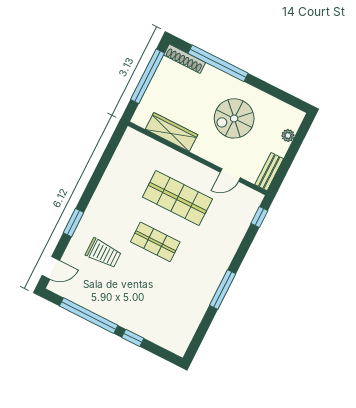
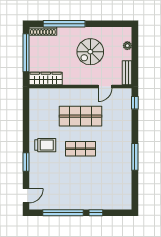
wardrobe: (171, 132) -> (46, 79), moved
trolley: (103, 253) -> (45, 145), moved

